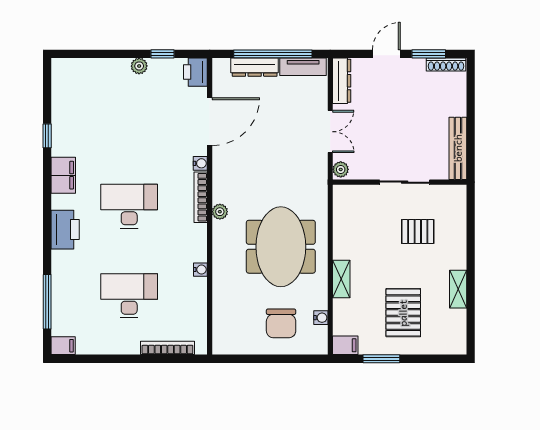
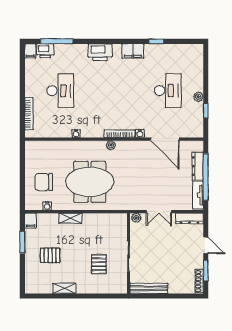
printer: (195, 72) -> (45, 51), moved, turned 180
desk: (129, 206) -> (168, 91), moved
pallet: (403, 313) -> (50, 255), width x0.67, depth x0.71

